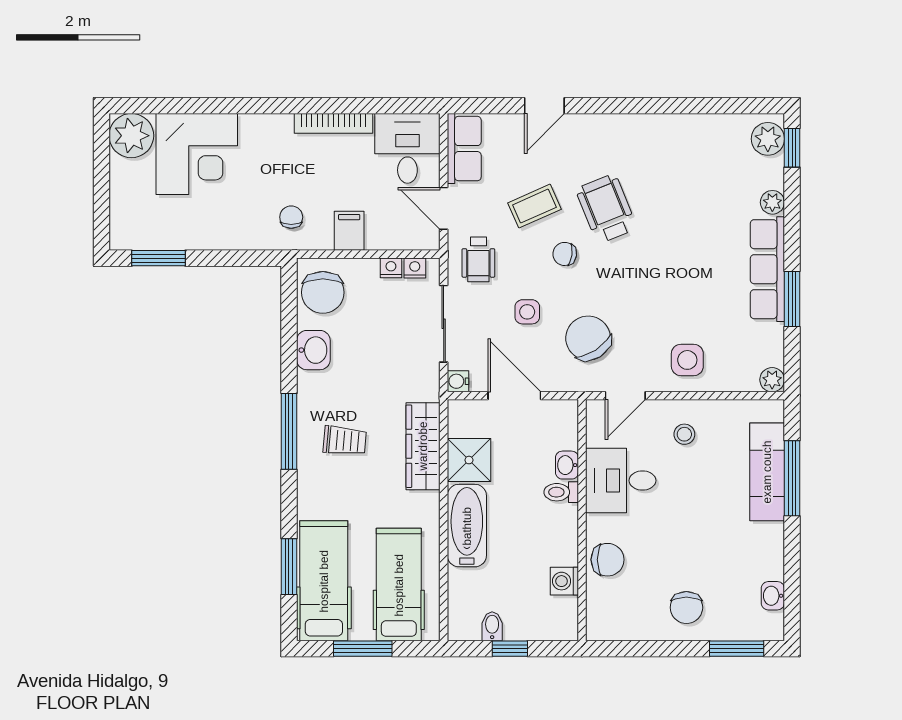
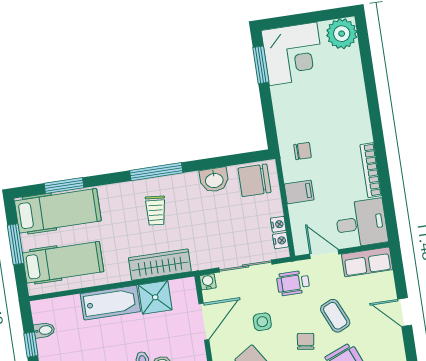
corner desk: (197, 154) -> (293, 54), moved, turned -90
door: (444, 208) -> (324, 254), hinge flipped

